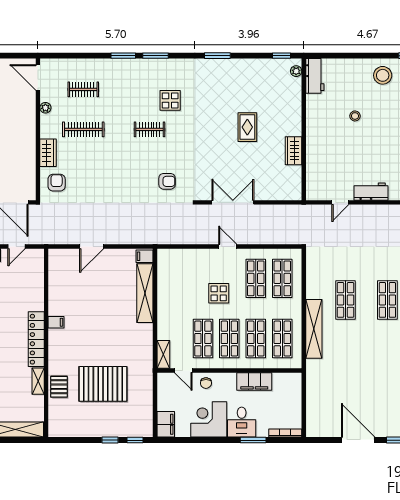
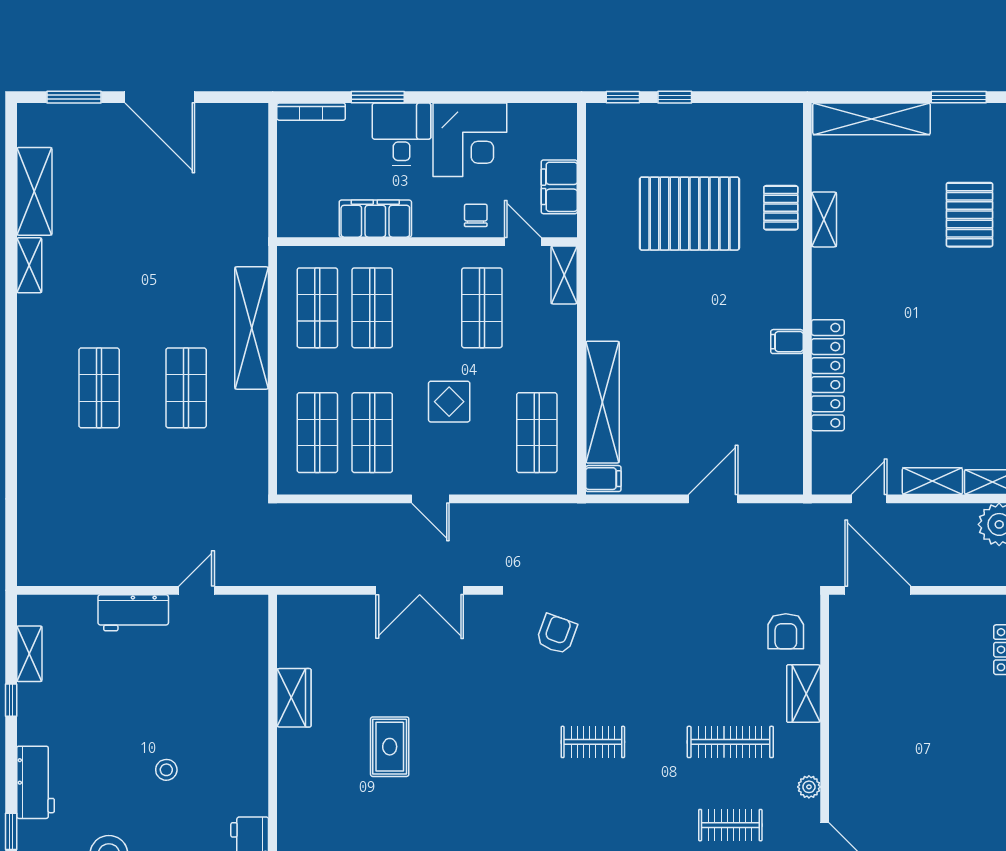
display table: (170, 100) -> (550, 802), removed
armchair: (167, 181) -> (557, 634), turned 110
locker: (36, 339) -> (828, 375), moved
shop shelf: (229, 339) -> (537, 433), moved
filing cabinet: (166, 424) -> (559, 187), moved

